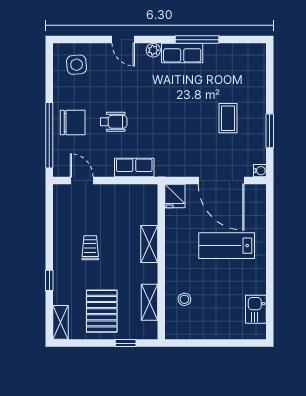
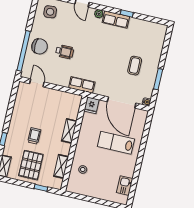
window: (197, 40) -> (127, 13), width x0.46
row of seats: (134, 167) -> (82, 85), moved
trolley: (90, 248) -> (34, 136), moved

